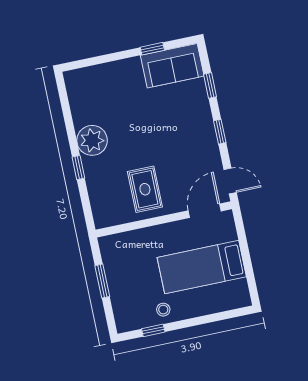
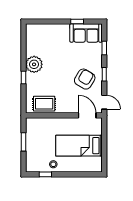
armchair: (187, 148) -> (85, 79), added
rug: (145, 189) -> (44, 104), moved, turned 90
door: (205, 211) -> (87, 115), hinge flipped

